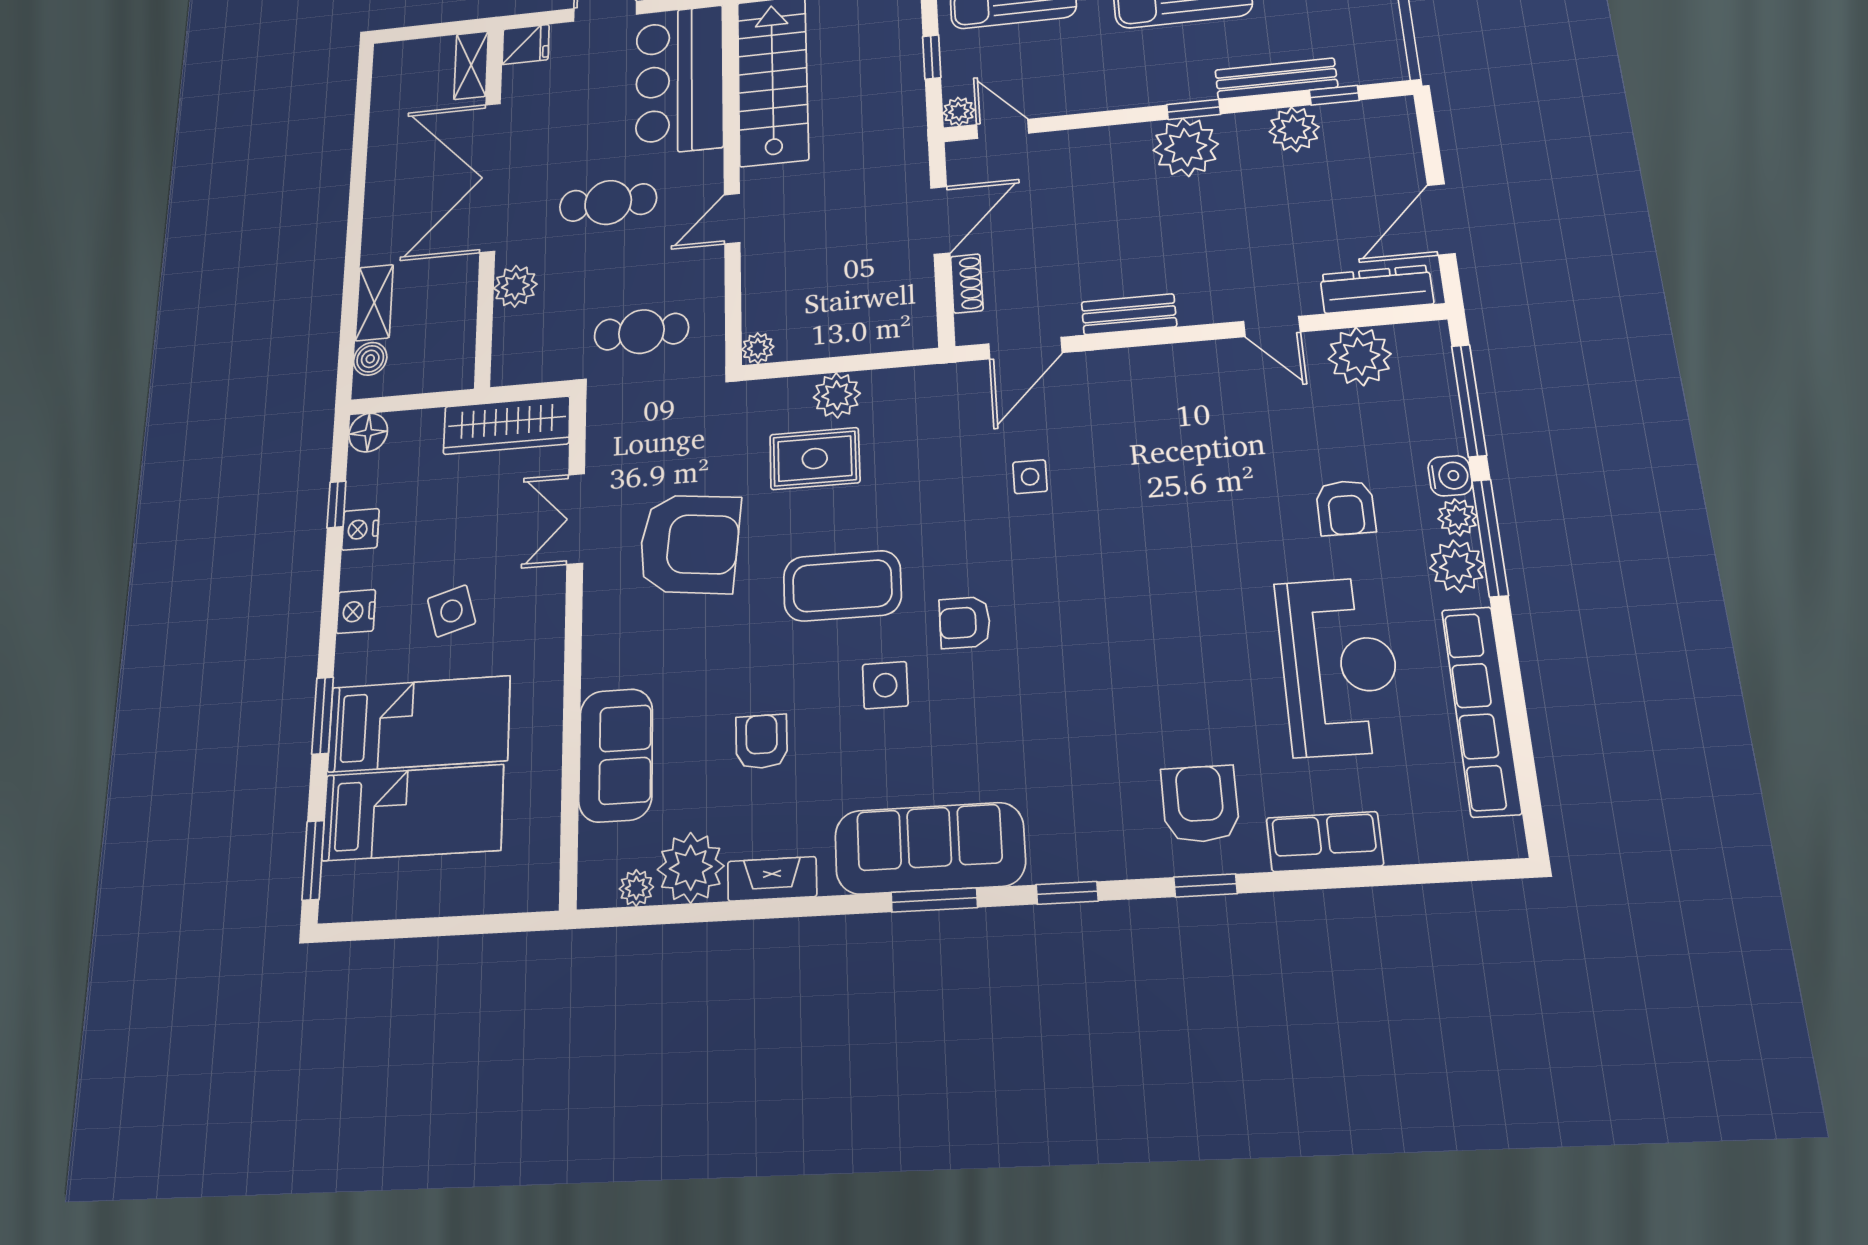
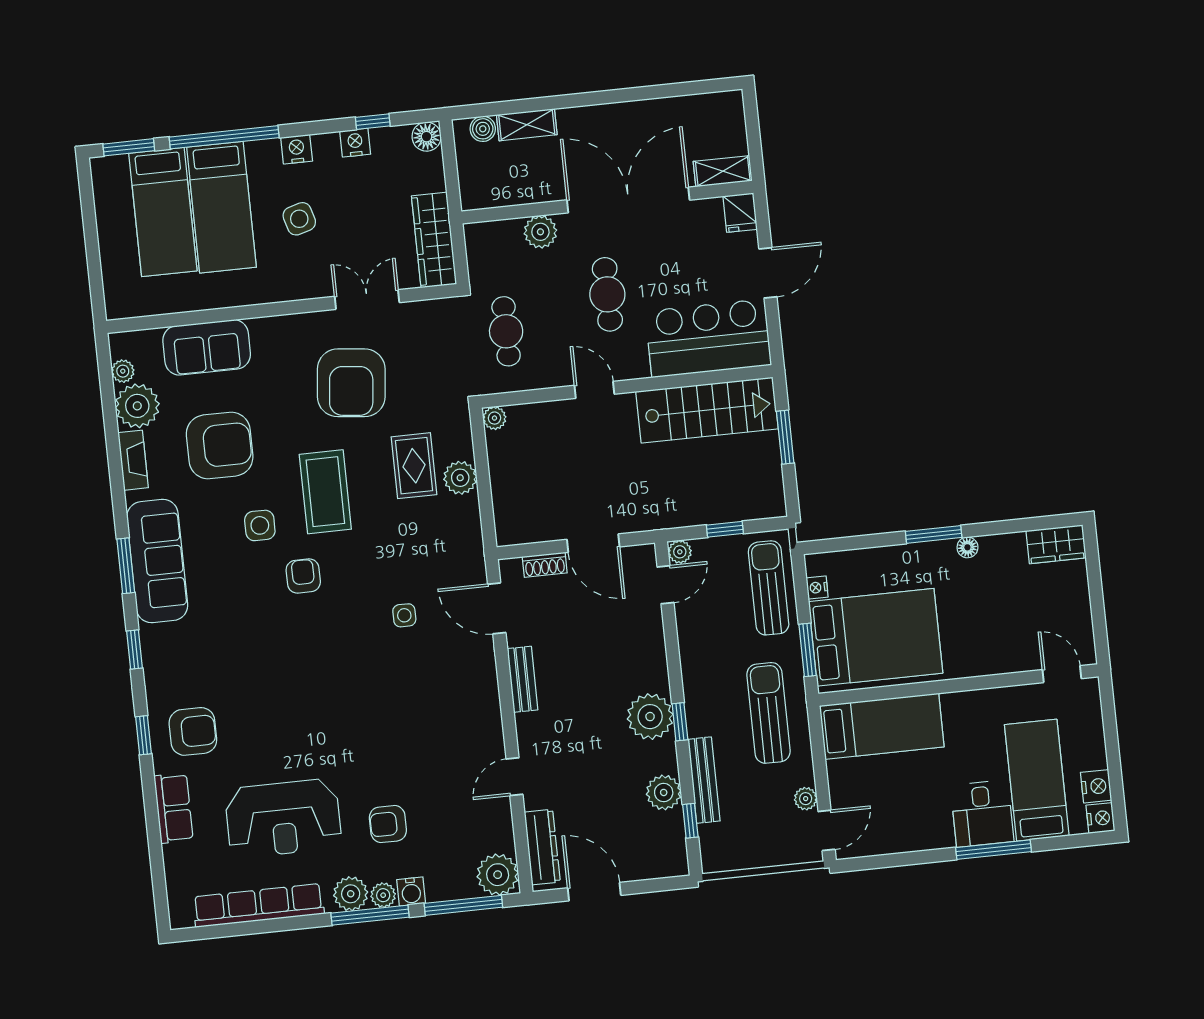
plant: (1360, 356) -> (498, 875), moved
window: (323, 716) -> (224, 137), width x2.11
armchair: (762, 742) -> (220, 446), width x1.88, depth x1.88

